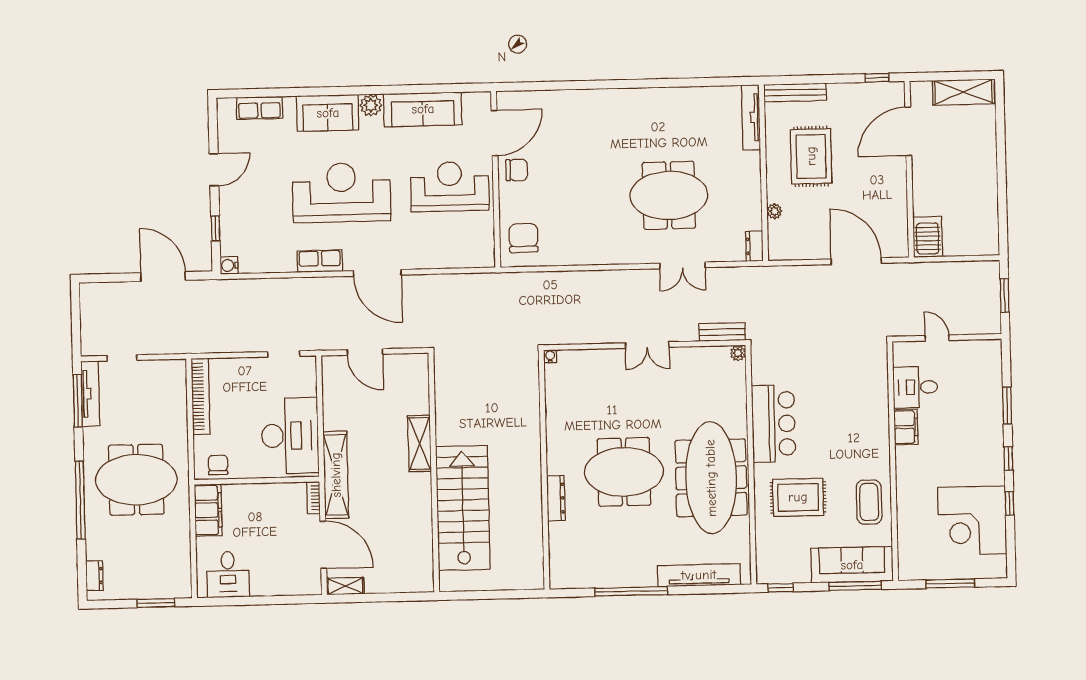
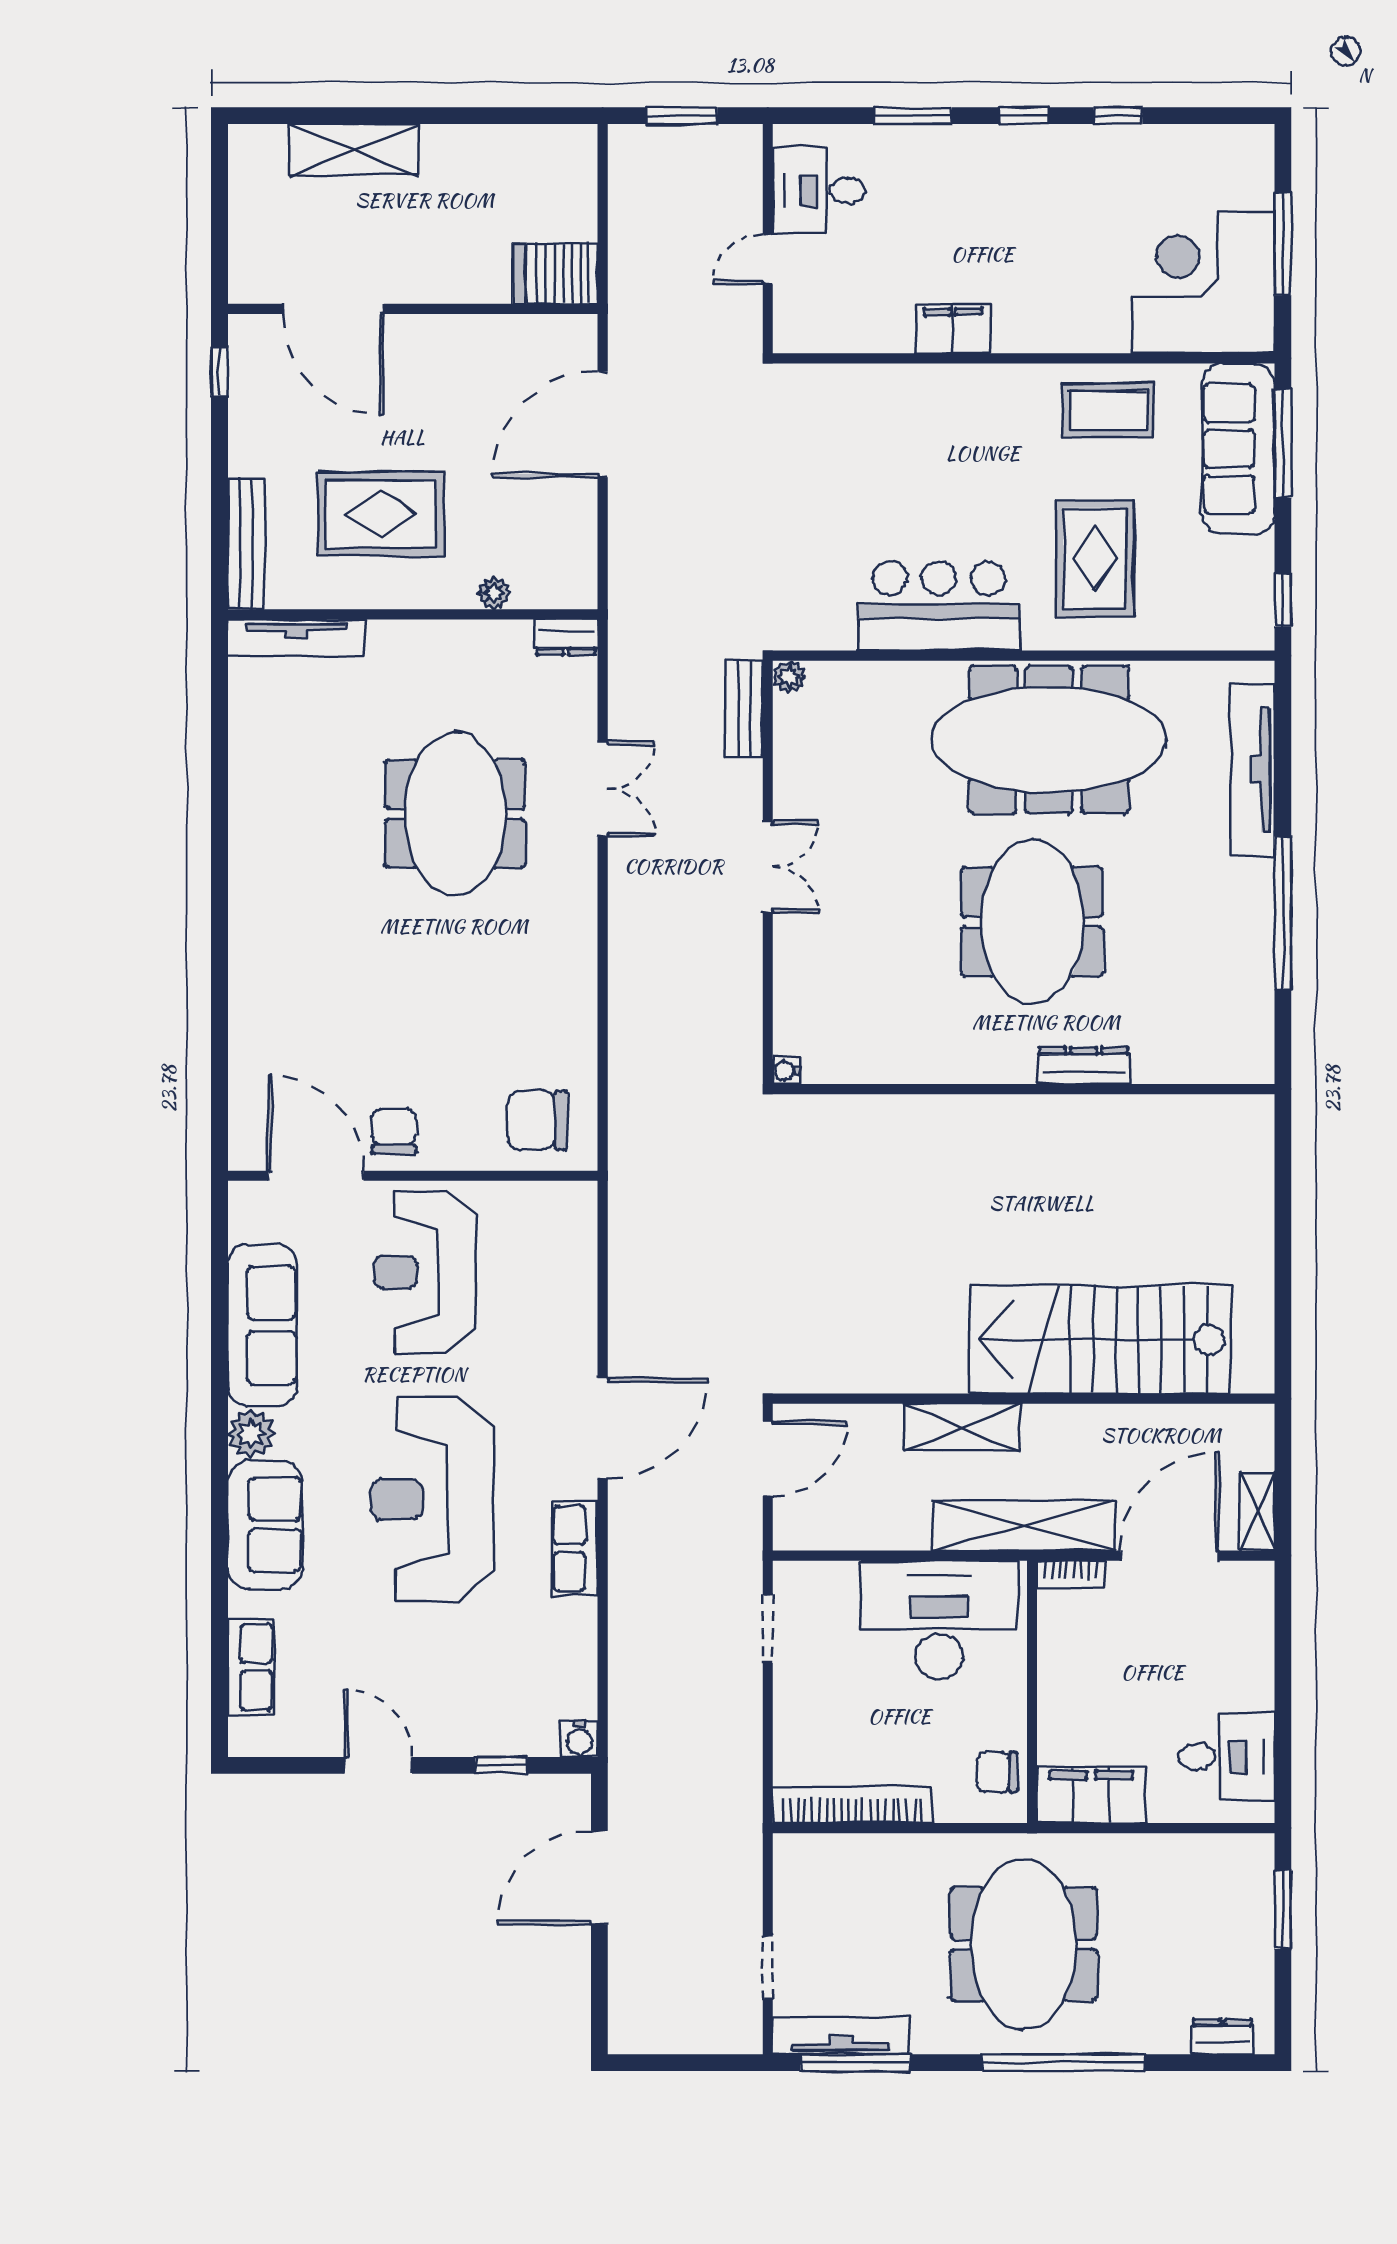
shelving: (964, 92) -> (354, 150), moved, turned 90
desk: (915, 387) -> (819, 191), moved, turned 90
shelving: (420, 443) -> (962, 1427), moved
wall: (434, 472) -> (1024, 1399), moved
stairs: (463, 508) -> (1100, 1340), moved
corner desk: (972, 521) -> (1204, 282), moved, turned 180

